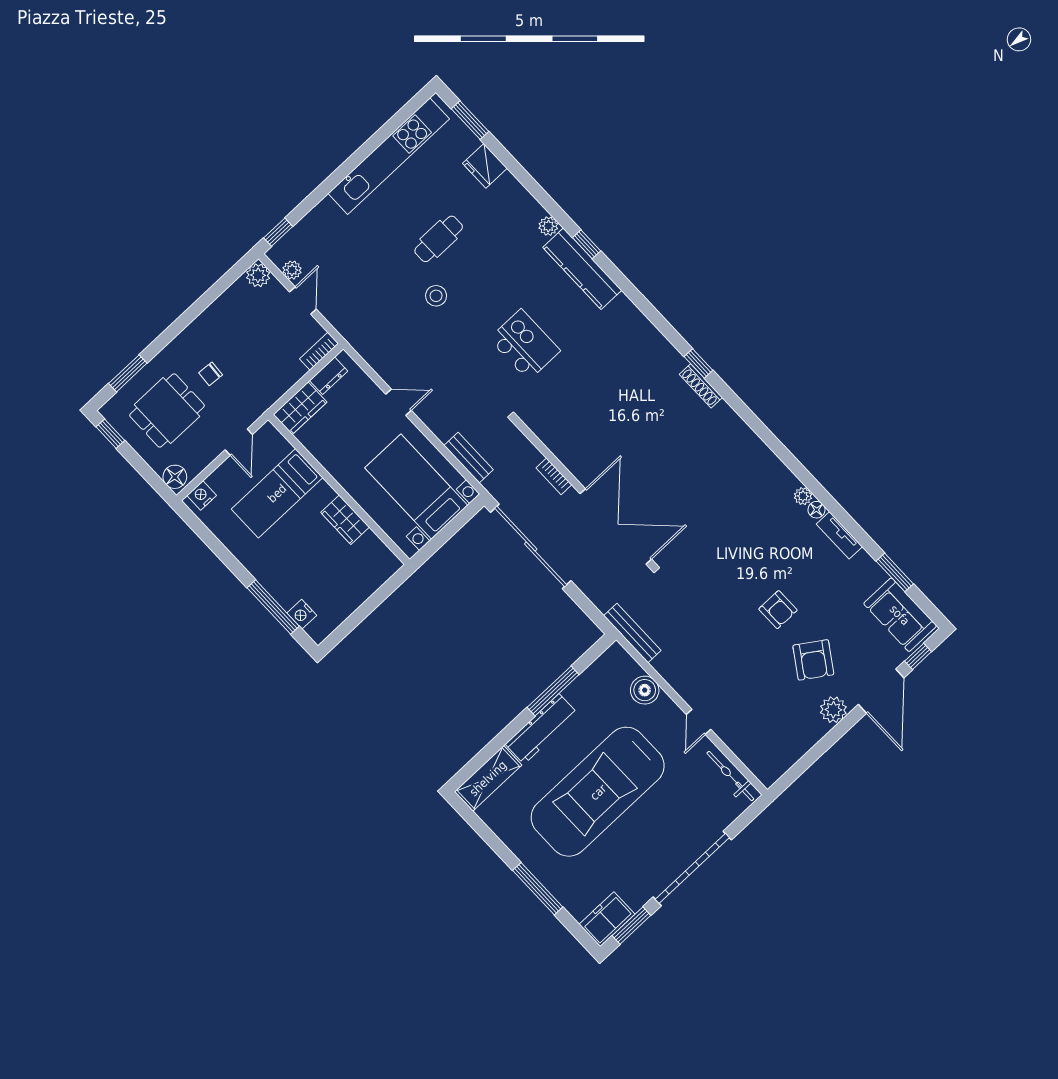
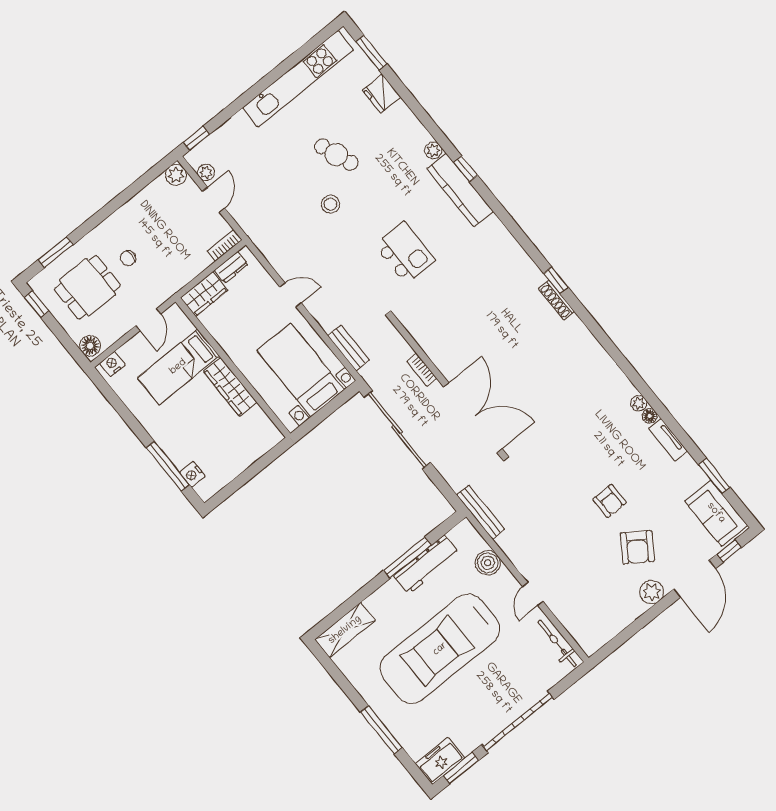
cafe table: (439, 239) -> (336, 155), turned 69
wardrobe: (345, 520) -> (230, 387), width x1.50
workbench: (541, 729) -> (426, 565), moved

